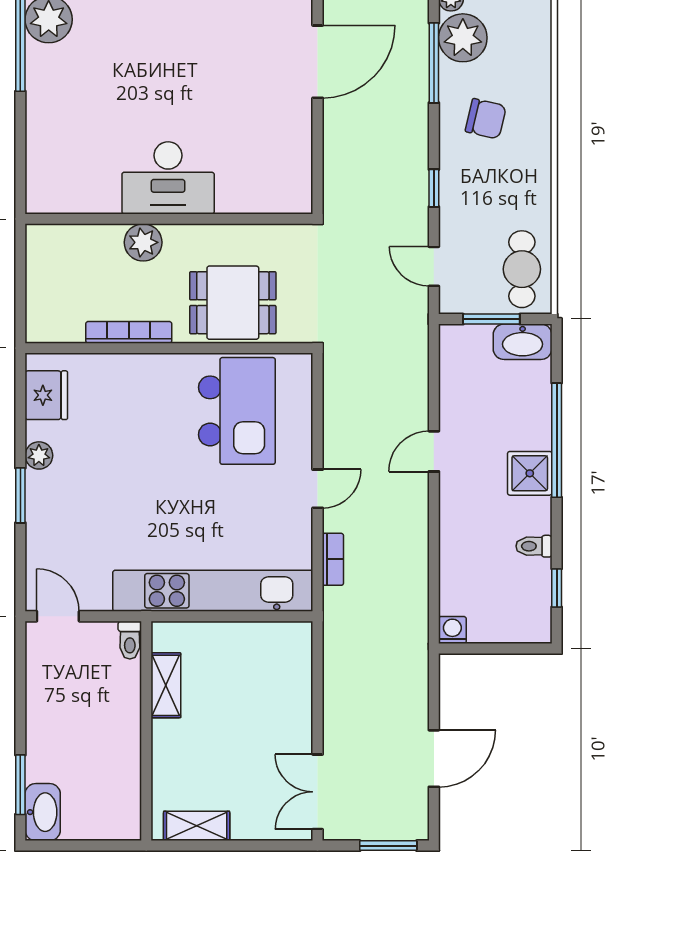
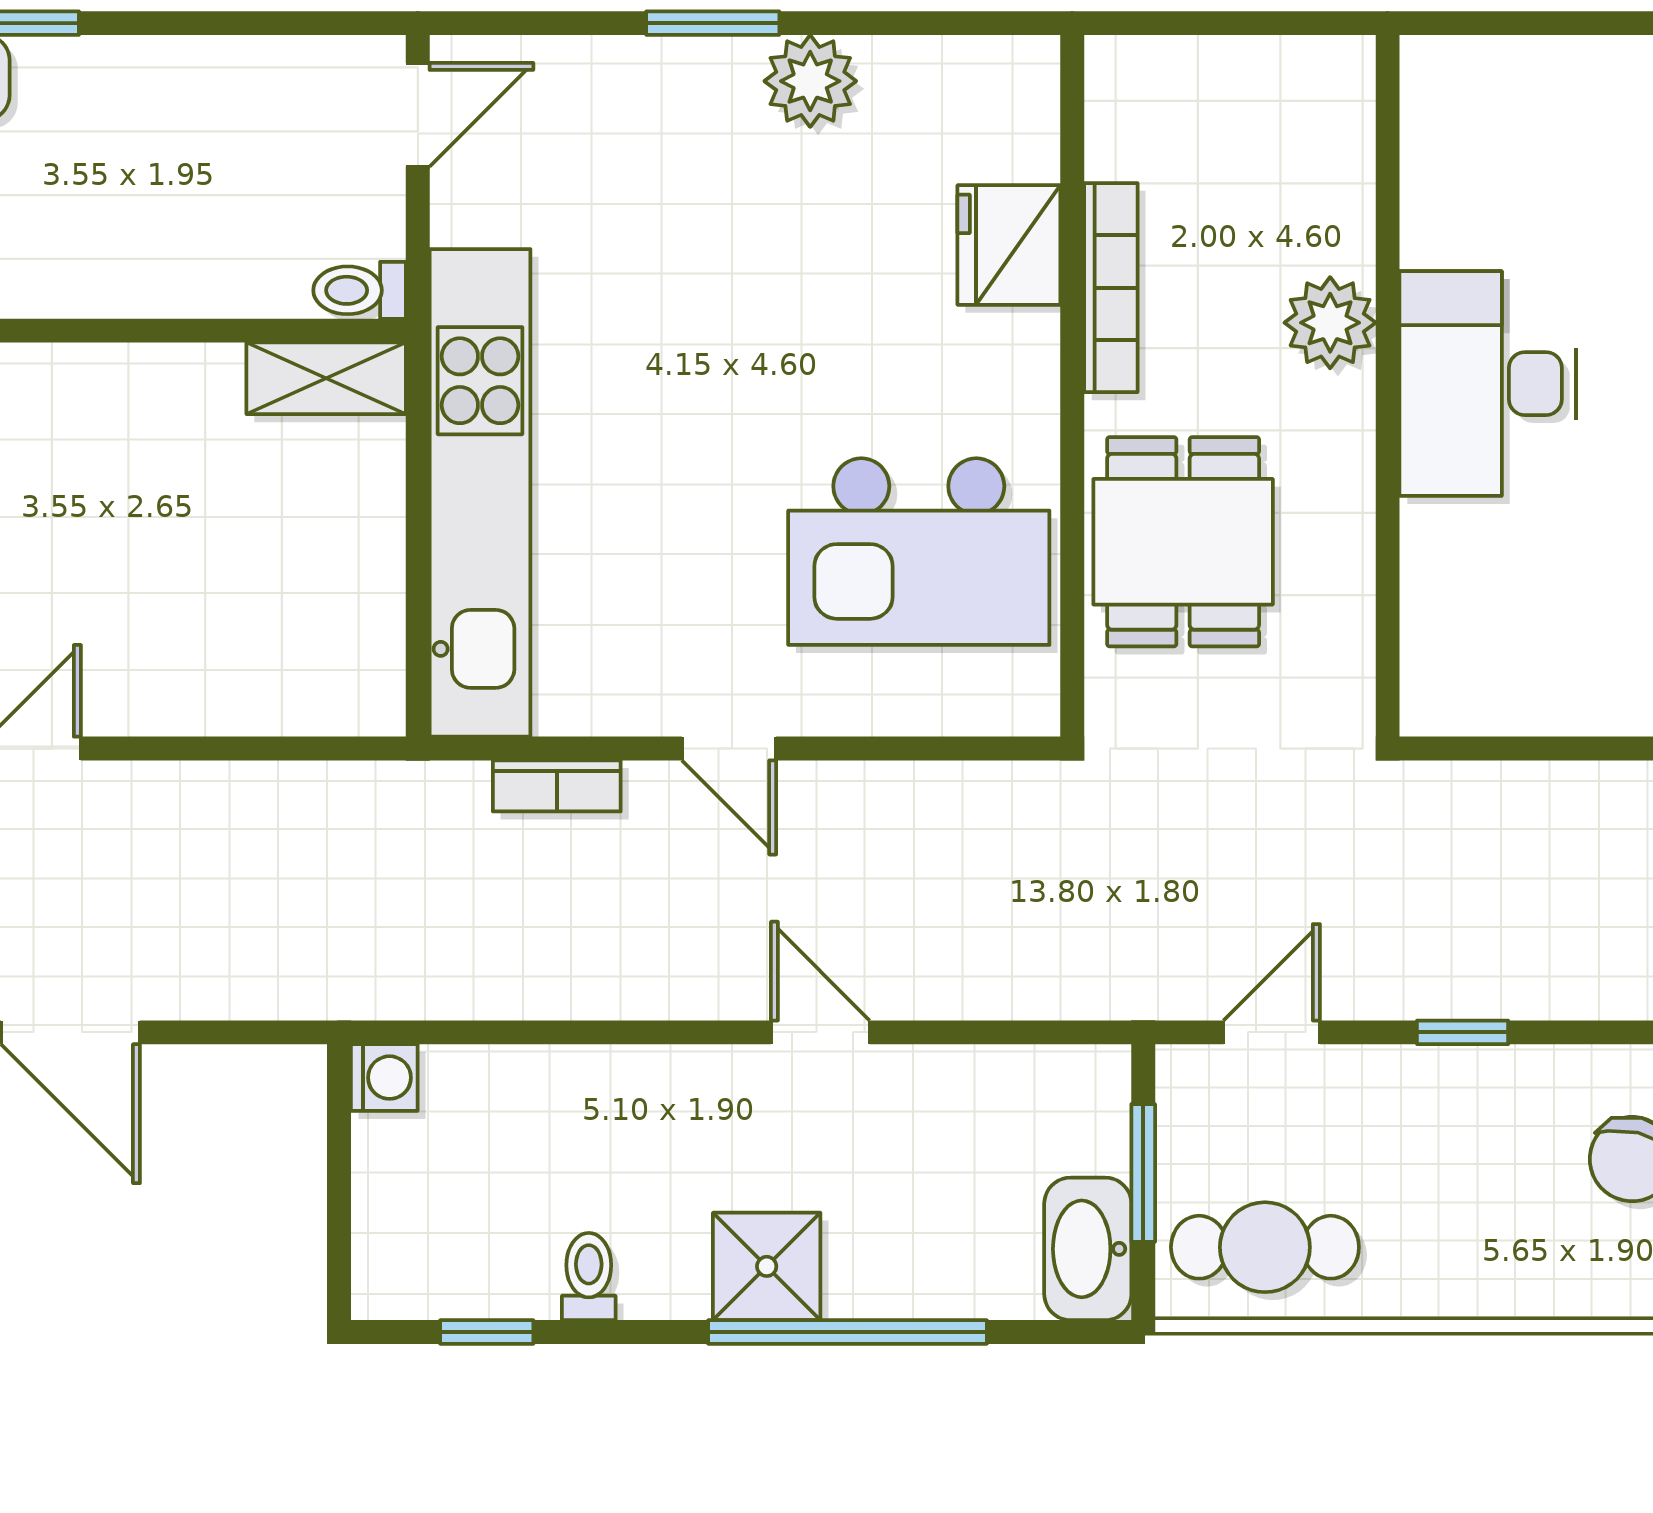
fridge: (46, 395) -> (1009, 245), moved, turned 90
plant: (39, 455) -> (810, 81), width x1.38, depth x1.38
shelving: (166, 685) -> (326, 378), moved

